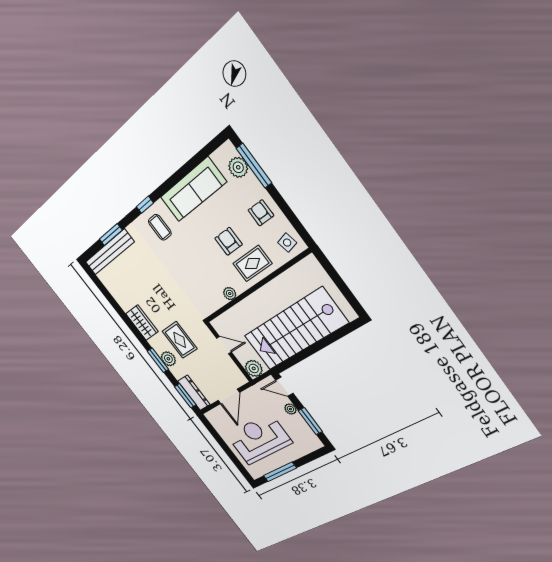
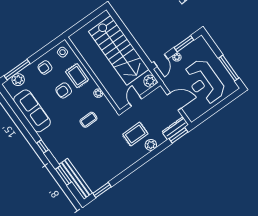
coffee table: (160, 227) -> (88, 120), moved
wardrobe: (142, 323) -> (125, 162), removed
window: (158, 360) -> (102, 190), moved

